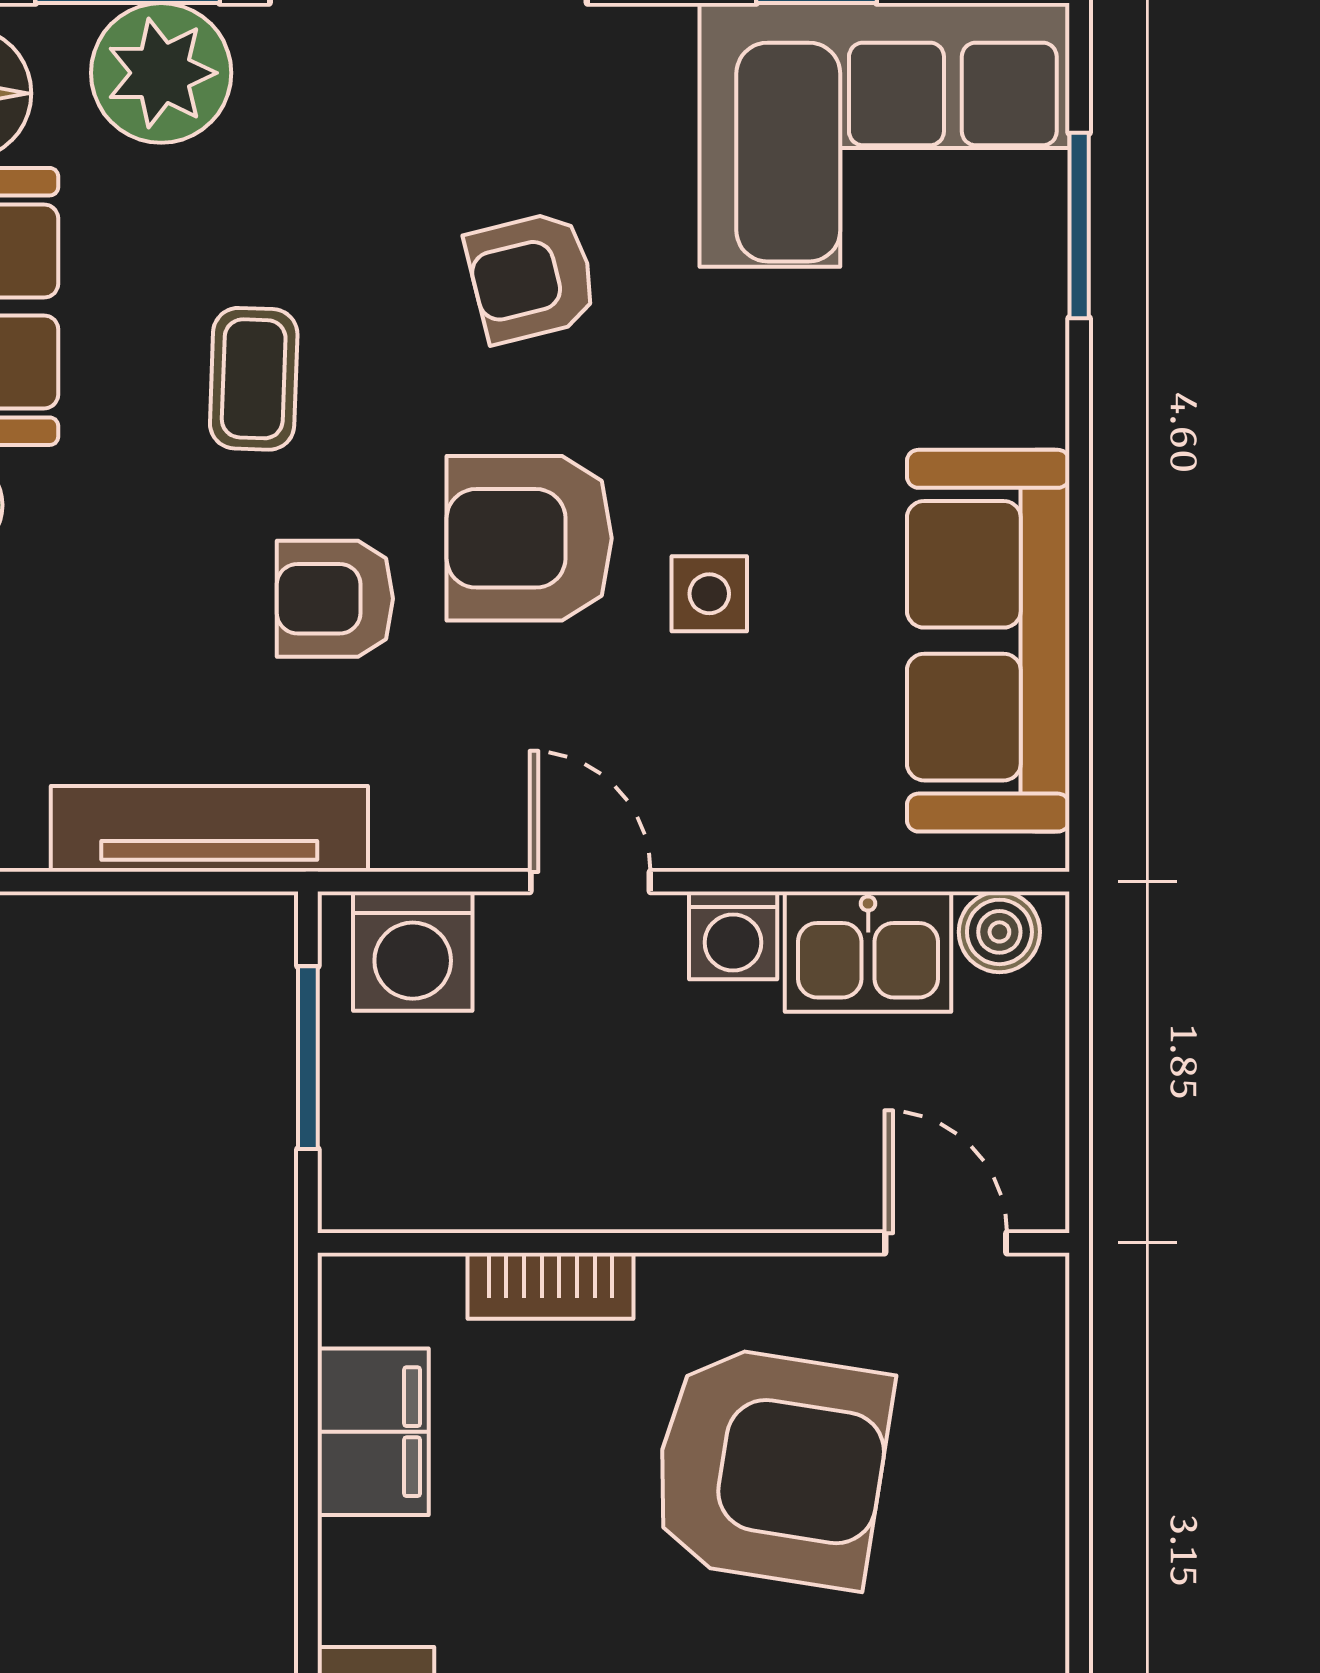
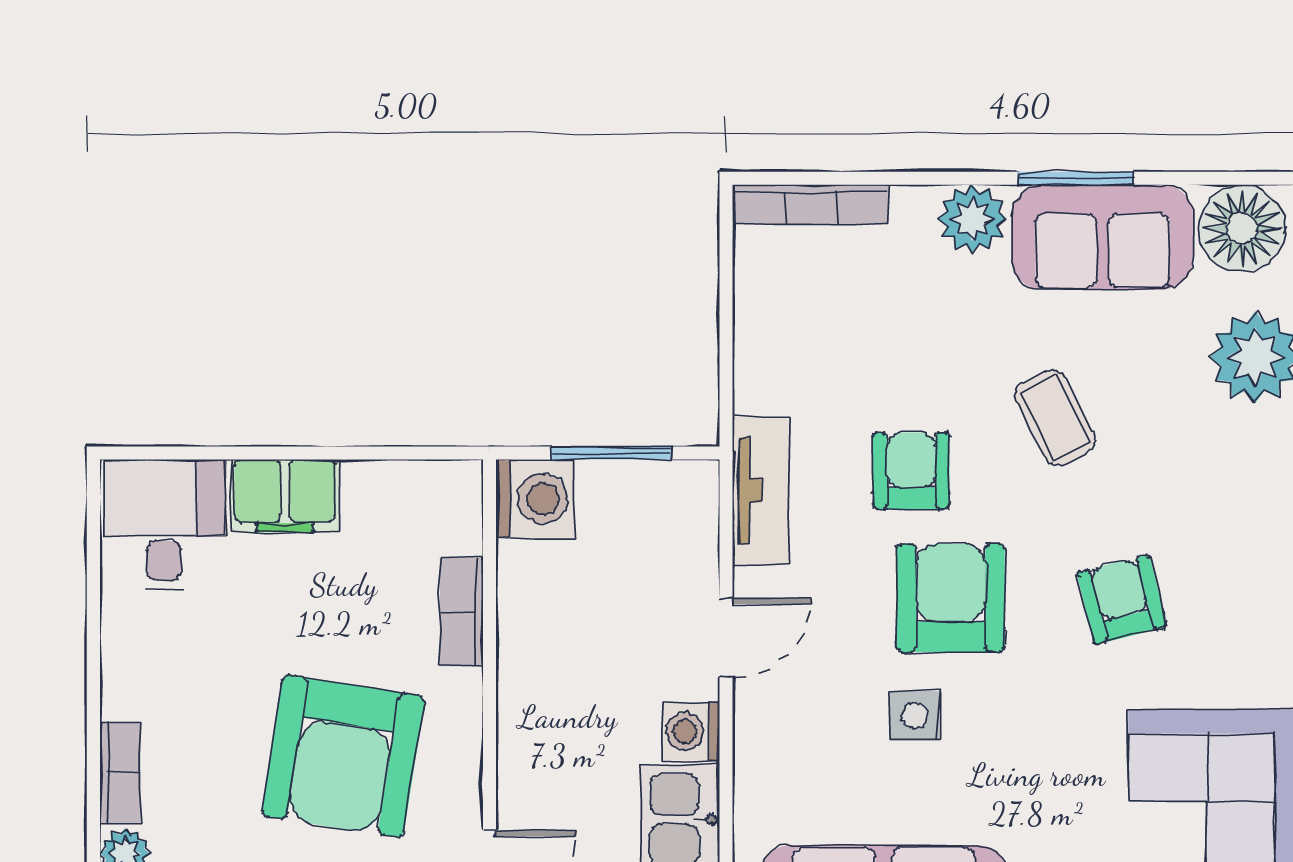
coffee table: (254, 379) -> (1055, 418), turned 61
tv unit: (209, 829) -> (761, 491), moved, width x0.71
washing machine: (413, 951) -> (535, 498), moved, turned 180
filing cabinet: (373, 1432) -> (285, 496), moved

